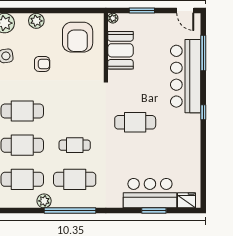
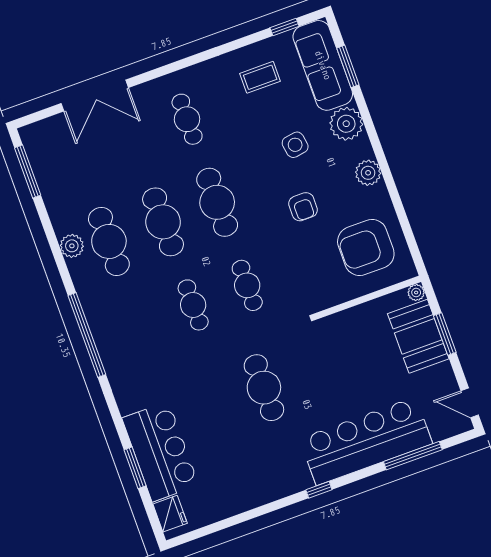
door: (185, 11) -> (470, 403), hinge flipped
booth: (120, 50) -> (418, 336), moved, turned 90
cafe table: (75, 179) -> (247, 285), moved, width x0.73, depth x0.74
plant: (44, 201) -> (72, 246), moved

